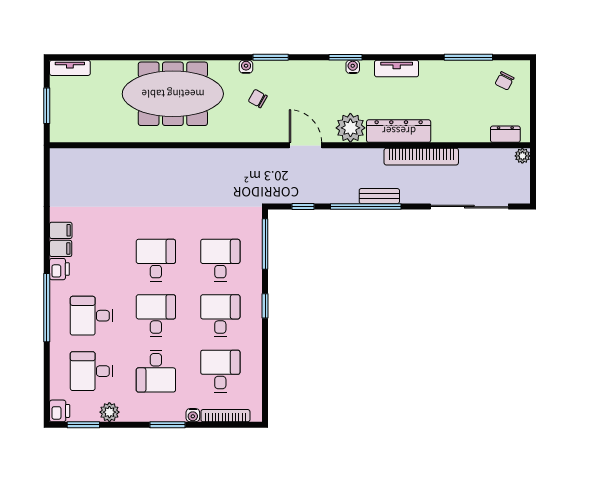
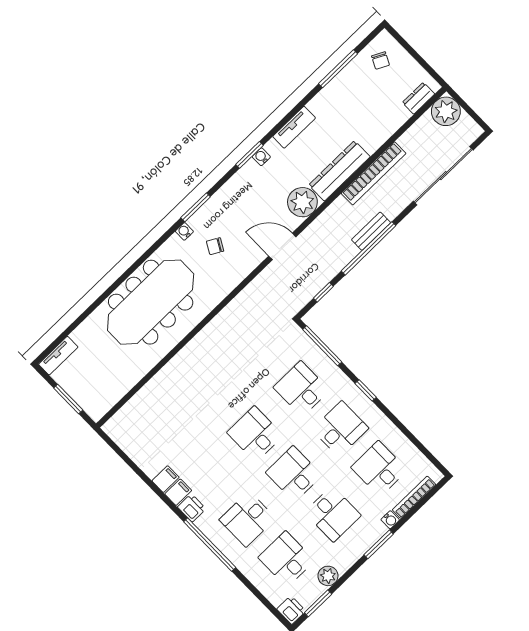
plant: (522, 156) -> (446, 111), width x1.88, depth x1.88
desk: (220, 316) -> (340, 429), turned 90
desk: (91, 371) -> (286, 559), turned 90

